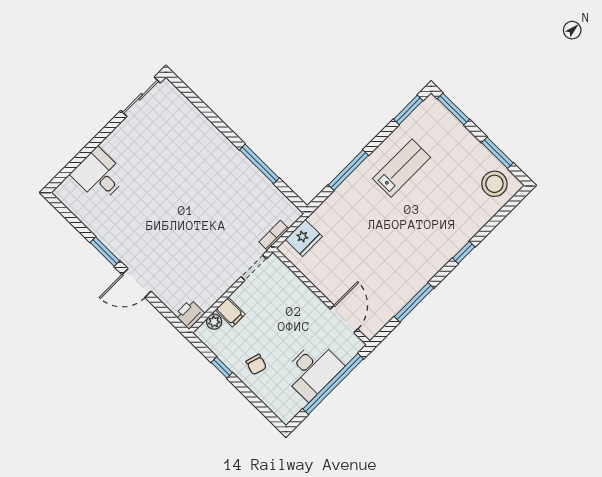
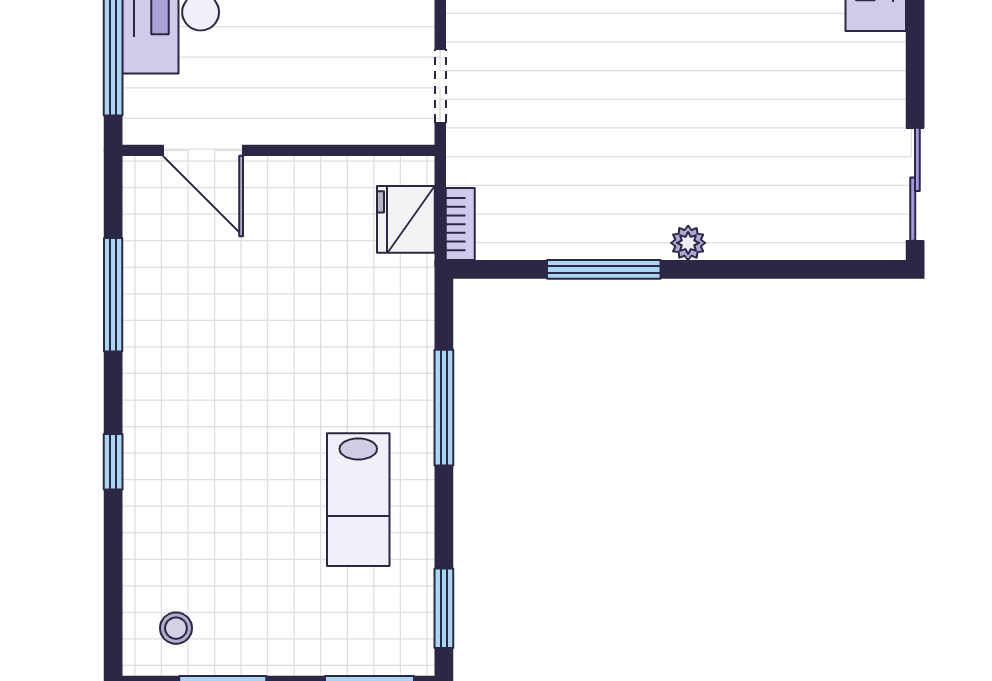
plant: (226, 147) -> (688, 243), added
stool: (494, 184) -> (176, 628), width x0.53, depth x0.53
bookcase: (274, 235) -> (460, 224), moved

